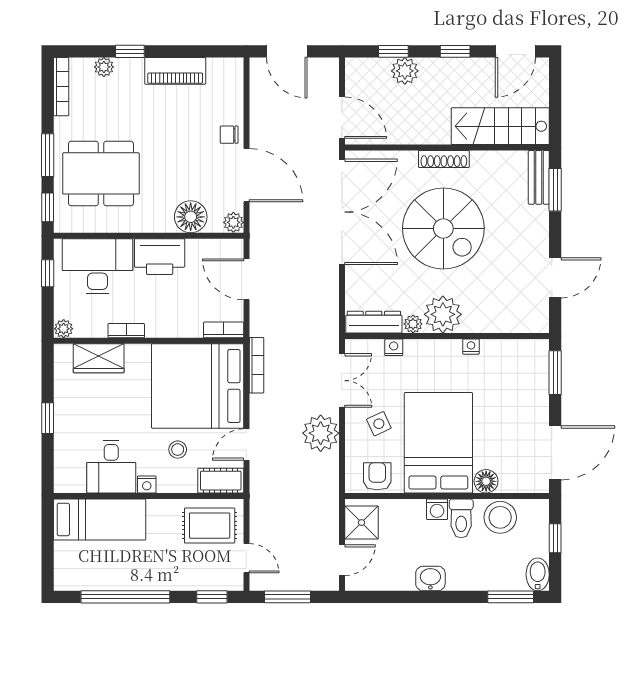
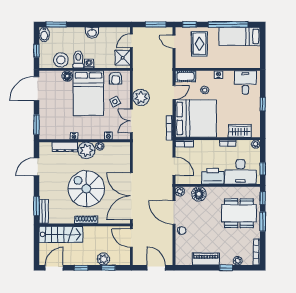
dresser: (374, 322) -> (65, 147), moved
desk: (111, 467) -> (245, 83), moved
bed: (100, 519) -> (239, 36), moved
rug: (210, 526) -> (199, 44), moved, turned 90

